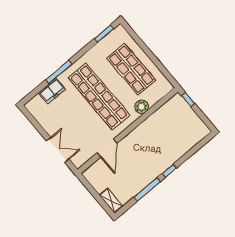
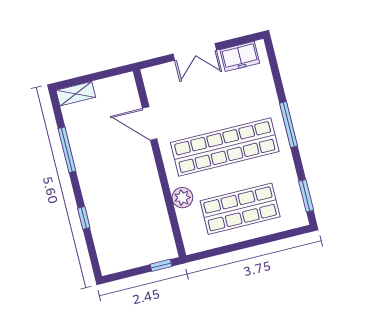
window: (59, 72) -> (289, 125), moved
freezer: (52, 91) -> (240, 56), moved, turned -90
double door: (58, 150) -> (195, 52), moved
window: (169, 171) -> (84, 218), moved

